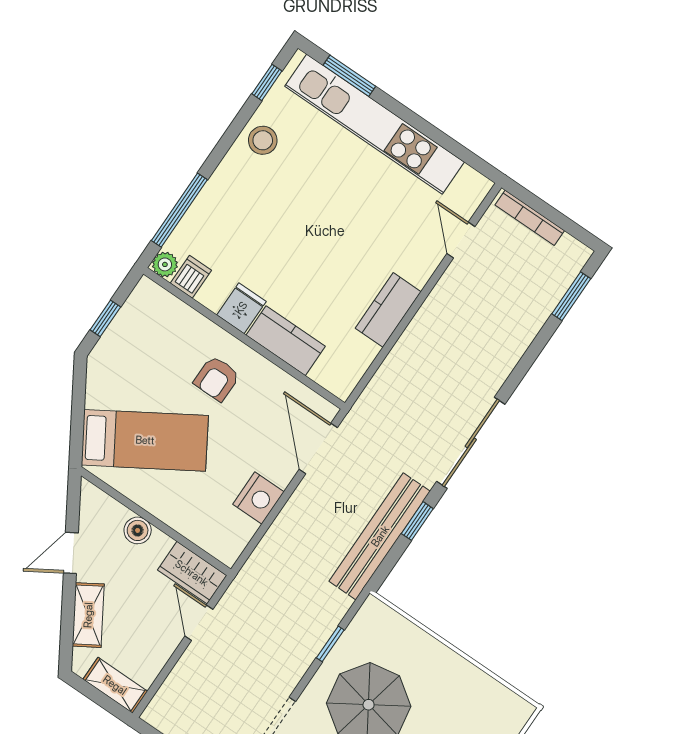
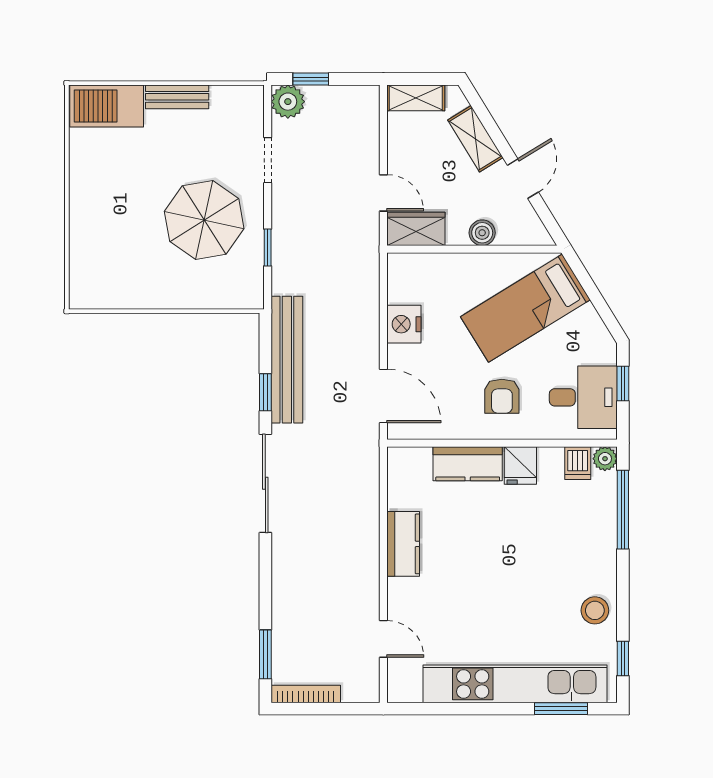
bookcase: (530, 218) -> (306, 694), moved
desk: (147, 330) -> (583, 397), added
armchair: (217, 379) -> (502, 396), turned 180

